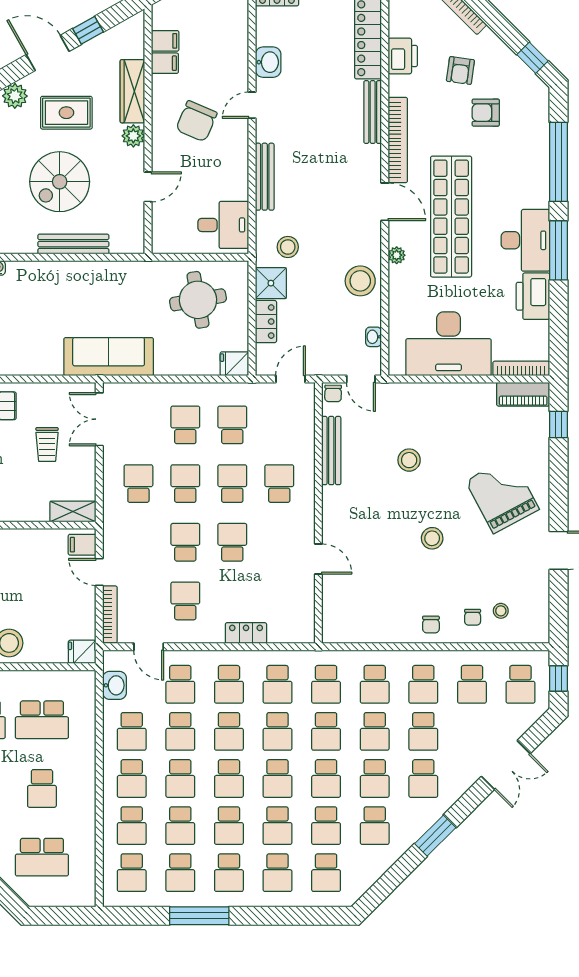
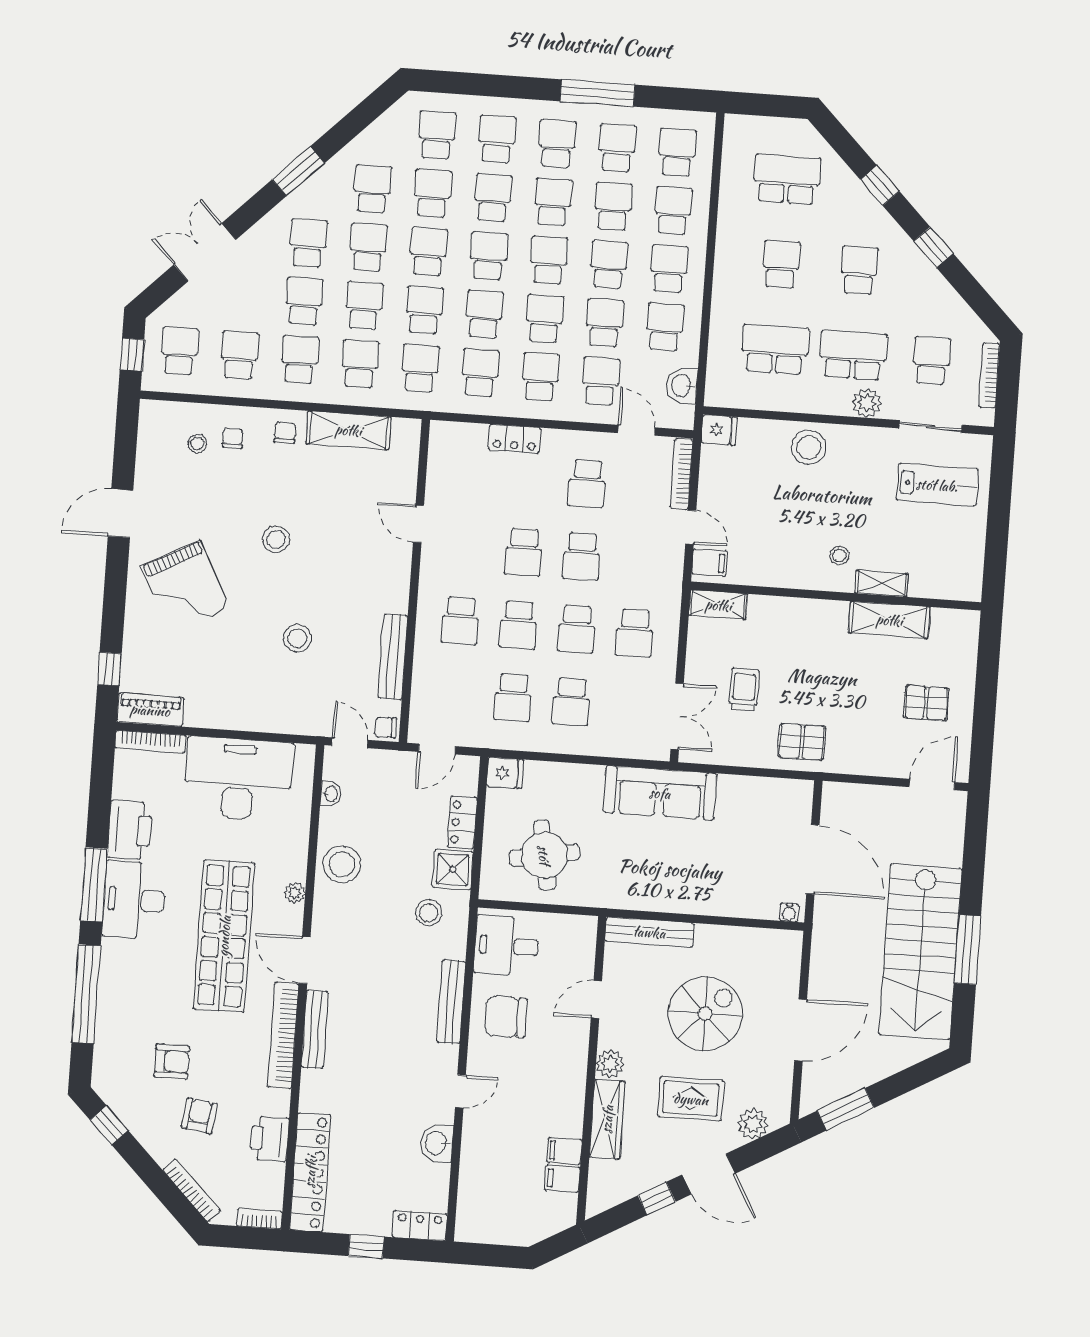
bench: (373, 112) -> (315, 1029), moved
chair: (196, 121) -> (506, 1017), moved, turned -113
bench: (73, 244) -> (649, 932), moved
chair: (333, 393) -> (386, 727), turned -91
shelving: (380, 630) -> (348, 430), added

